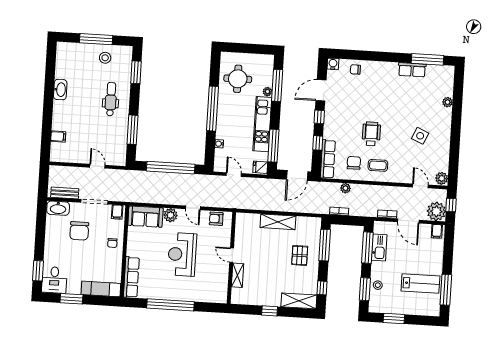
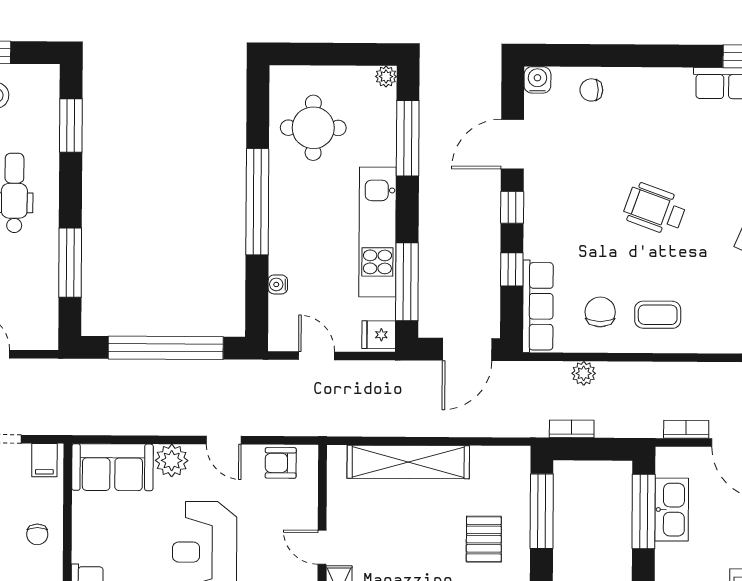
plant: (267, 92) -> (386, 77), moved
wheelchair: (371, 134) -> (655, 209), moved, turned -70
shelving: (278, 222) -> (408, 462), width x1.47

